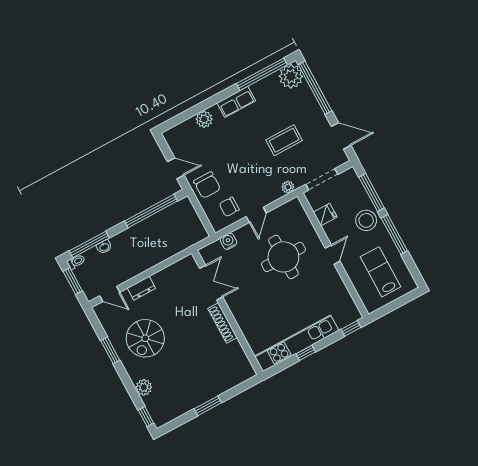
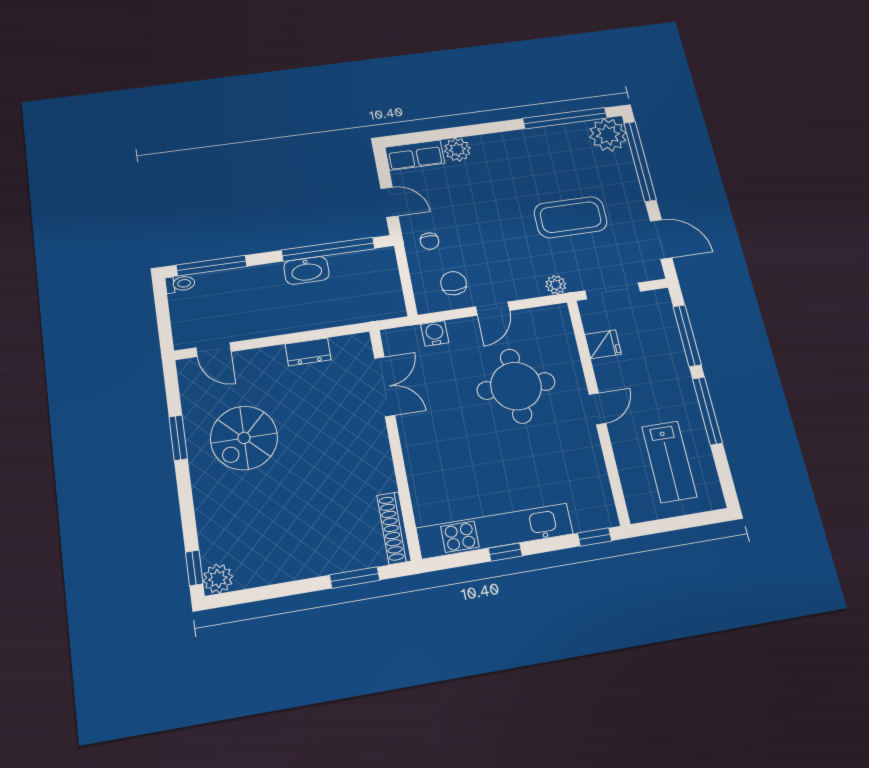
row of seats: (236, 102) -> (415, 155), moved
coffee table: (284, 140) -> (571, 217), width x1.36, depth x1.32
chair: (207, 185) -> (430, 241), width x0.54, depth x0.54
chair: (229, 207) -> (453, 283), turned 90
stool: (366, 220) -> (667, 374), removed
washbasin: (104, 247) -> (306, 270), moved, width x1.91, depth x1.45
lab bench: (381, 272) -> (669, 462), turned 180
window: (73, 281) -> (162, 311), removed
dresser: (141, 288) -> (308, 352), moved
shoe rack: (222, 323) -> (394, 528), moved
plant: (144, 387) -> (218, 579), moved
window: (208, 406) -> (355, 578), moved

